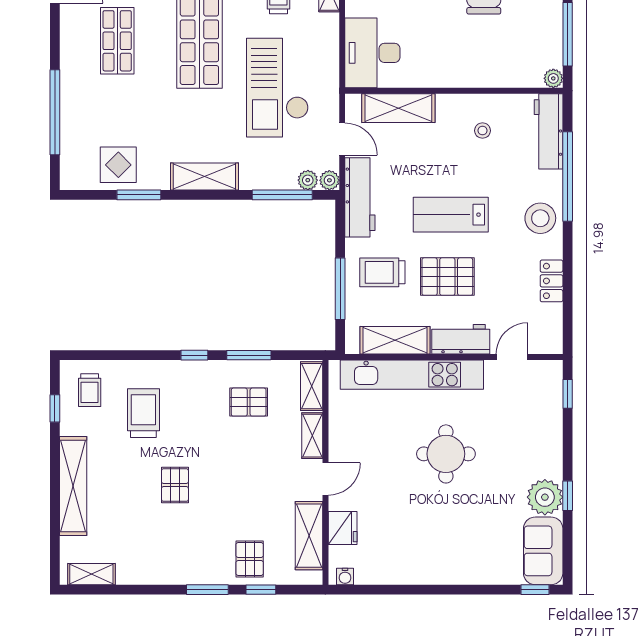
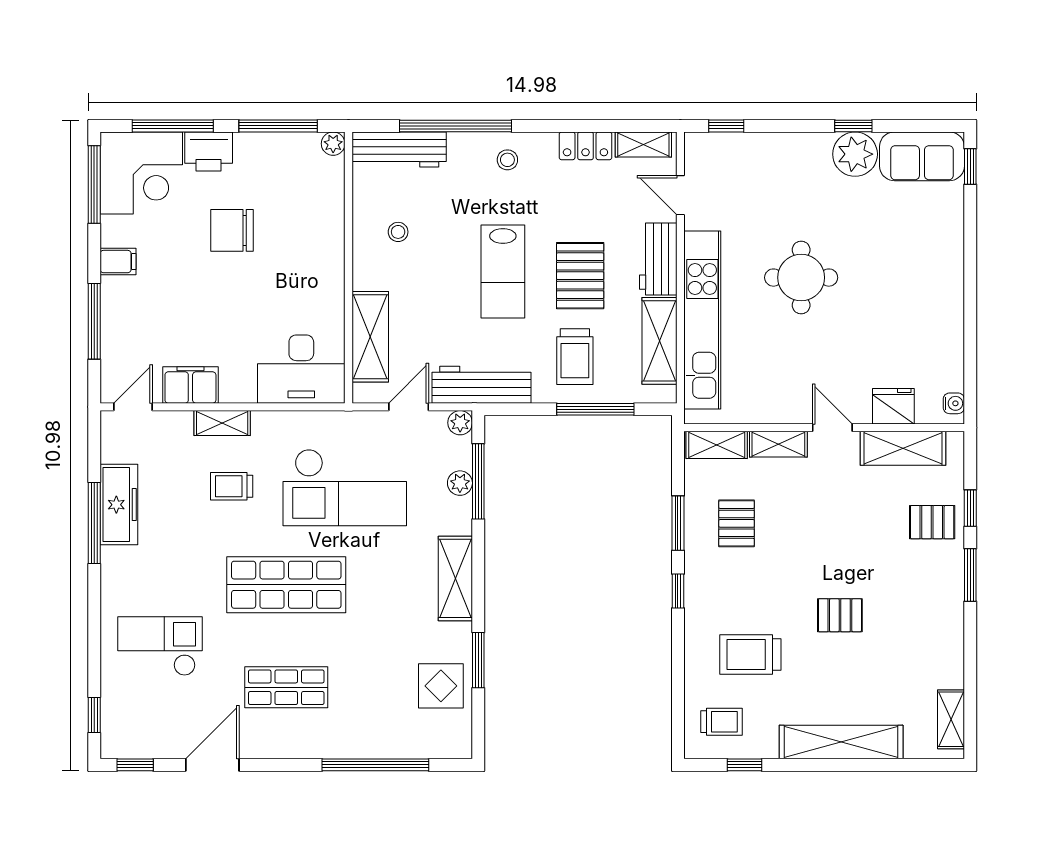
plant: (308, 180) -> (460, 483), moved
stool: (540, 218) -> (507, 160), width x0.53, depth x0.53
shelving: (553, 327) -> (643, 144), added

